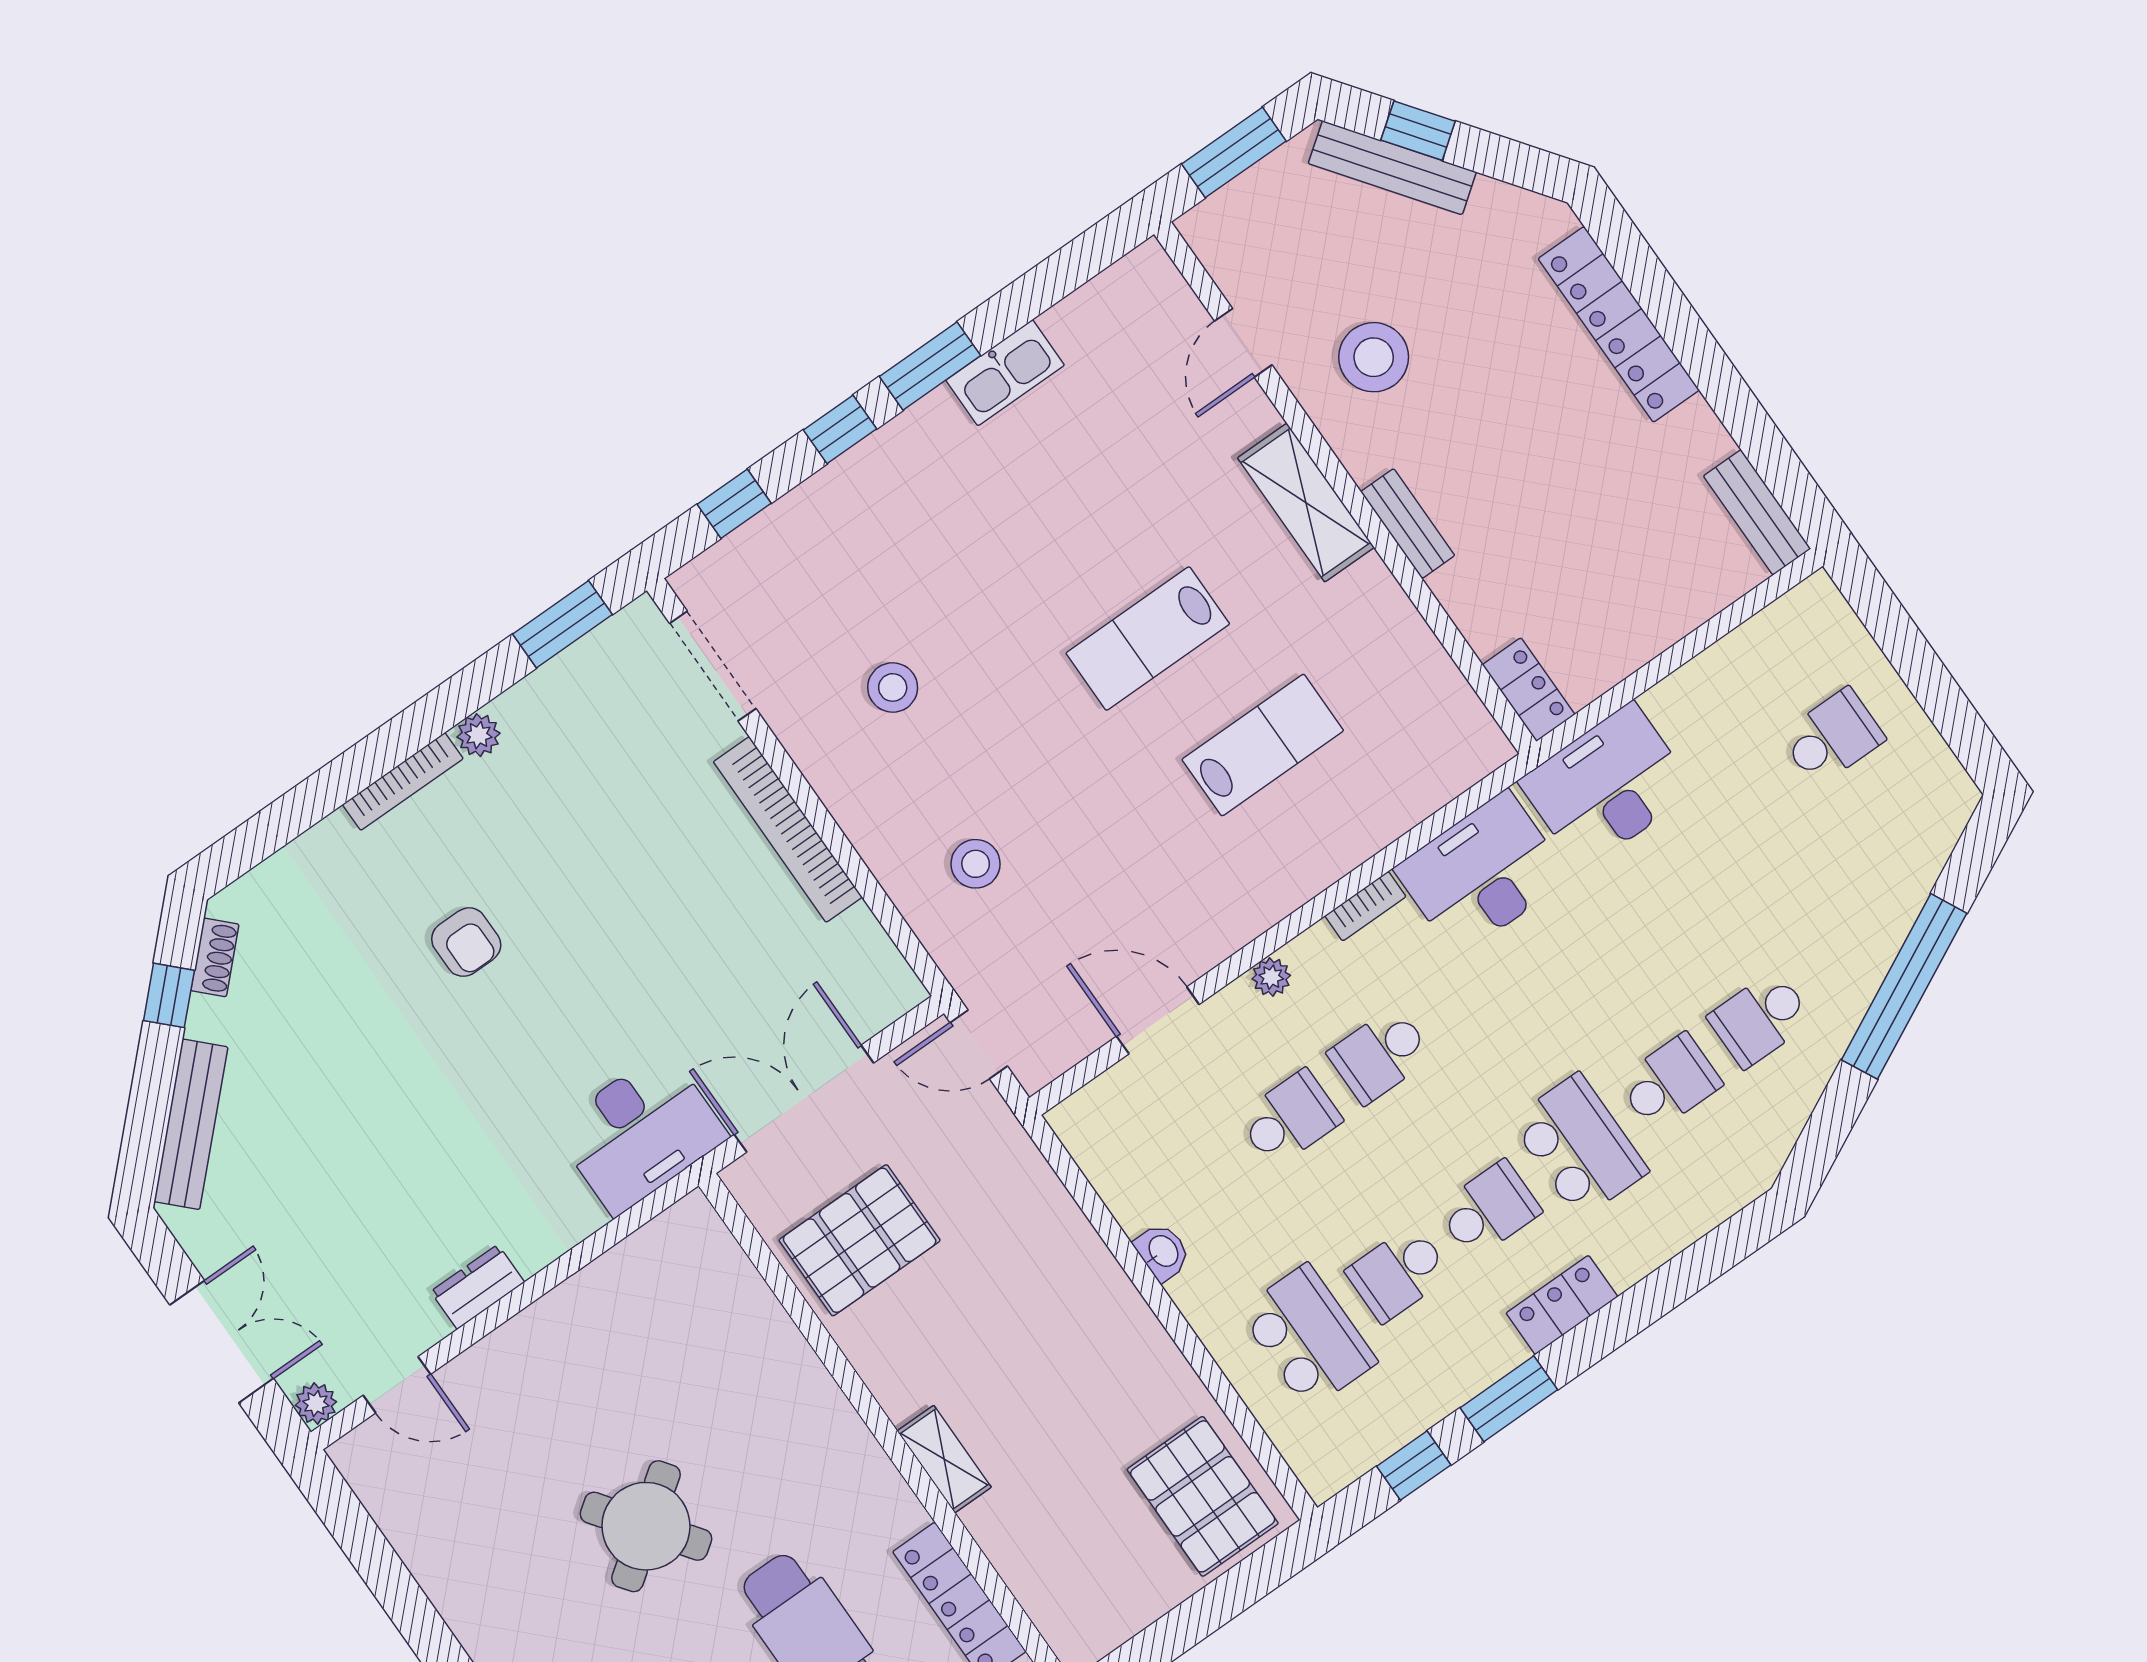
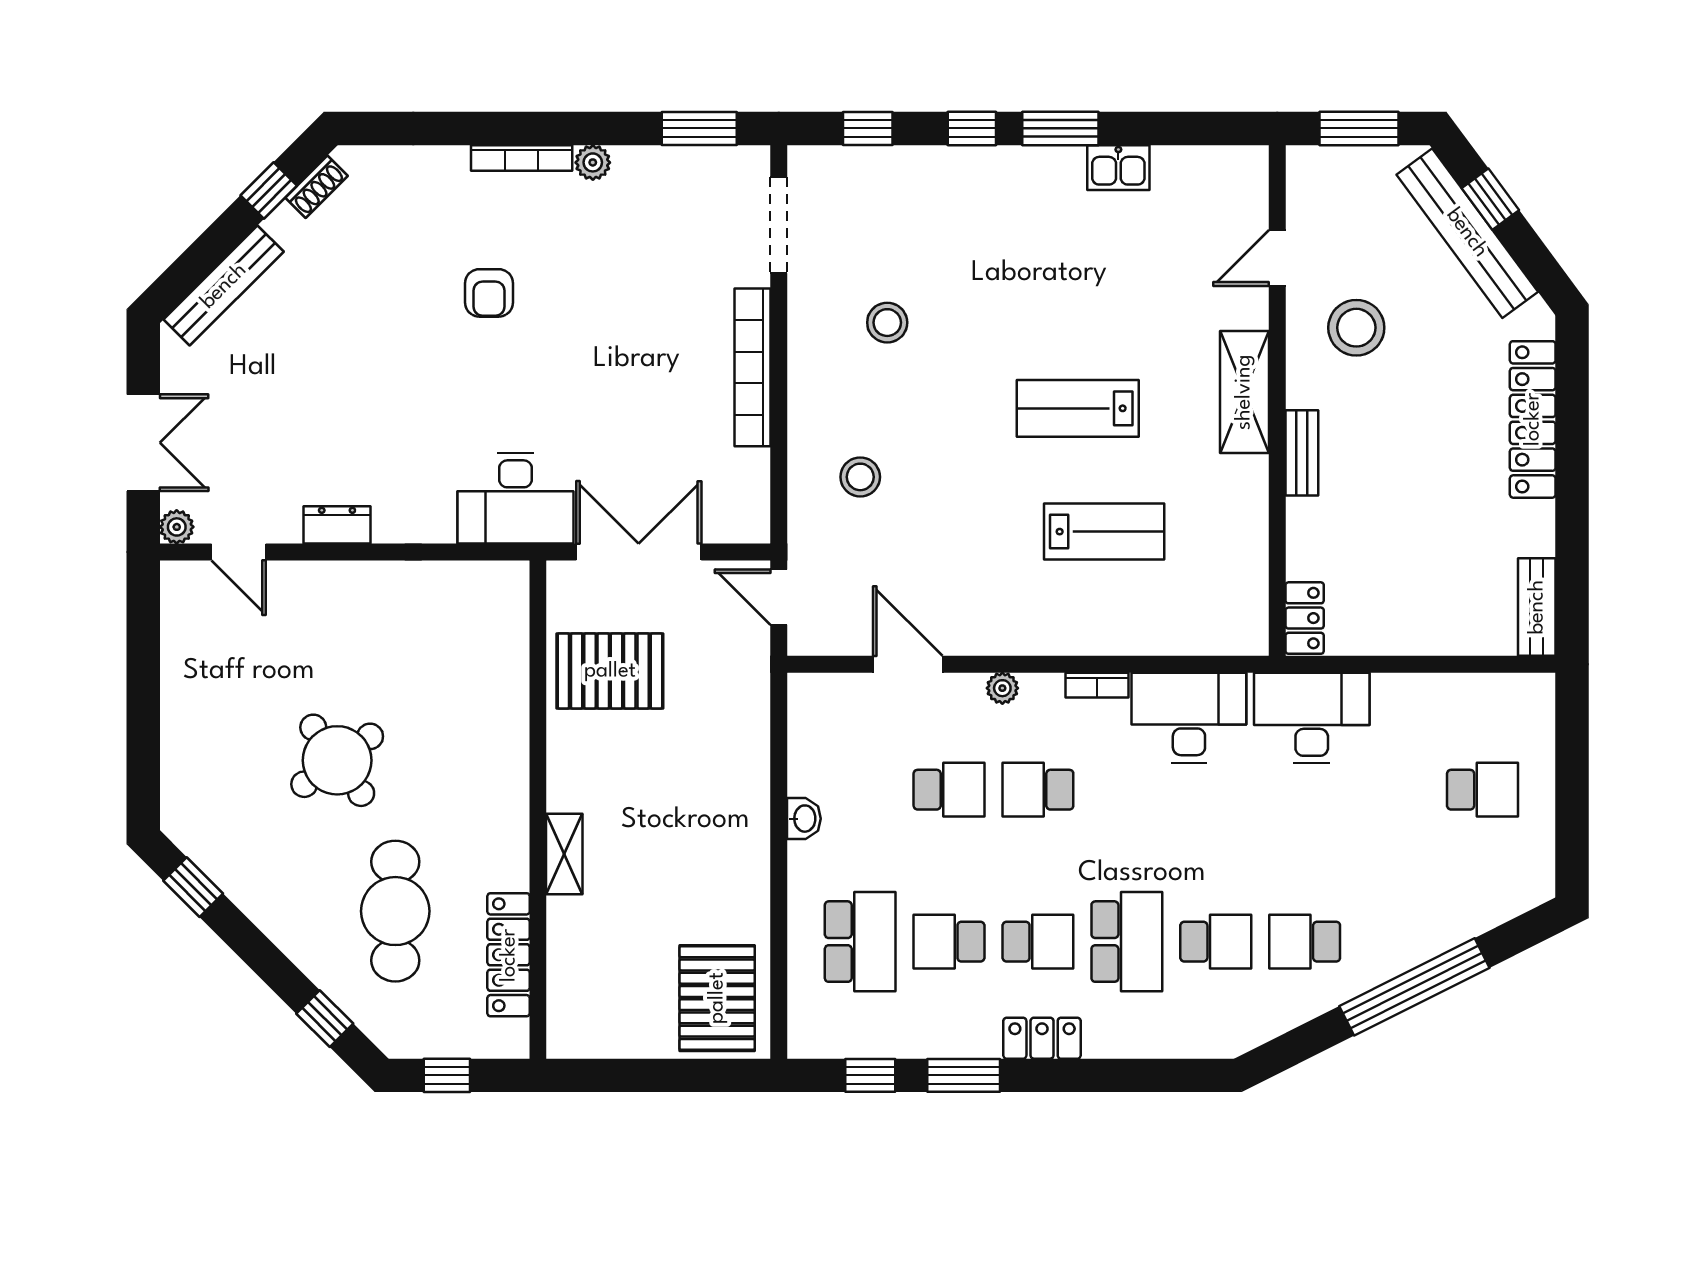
bench: (1392, 168) -> (1467, 233), width x1.37, depth x1.21
kitchen sink: (1005, 373) -> (1118, 168), width x0.73

